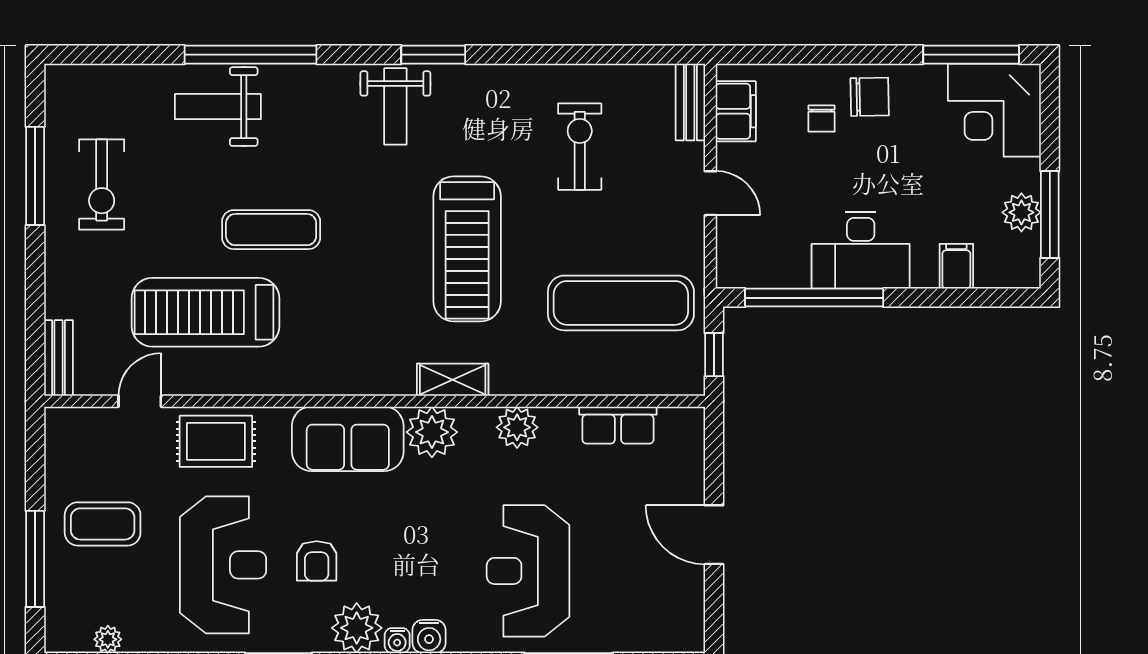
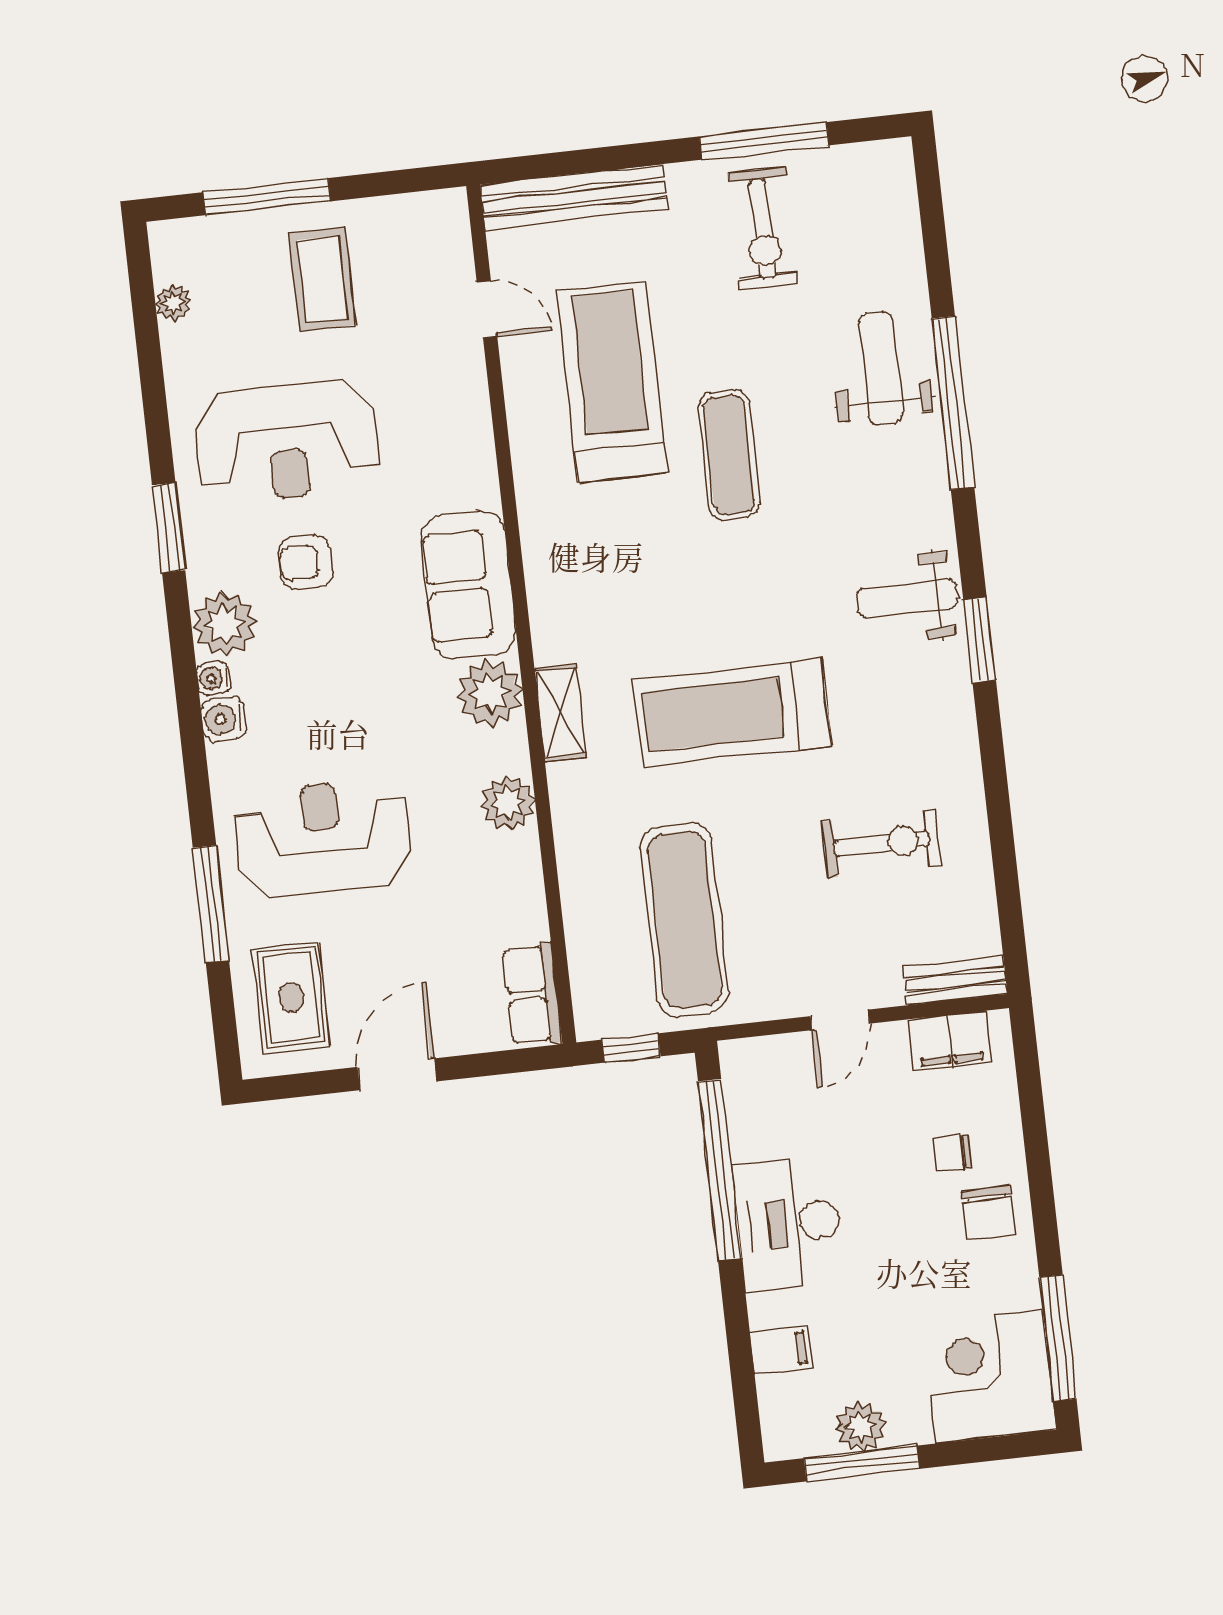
exercise bike: (102, 184) -> (763, 228), turned -90
bench: (59, 358) -> (574, 197), width x1.86, depth x1.21
row of seats: (618, 425) -> (532, 995), moved
rug: (216, 441) -> (291, 998), moved

